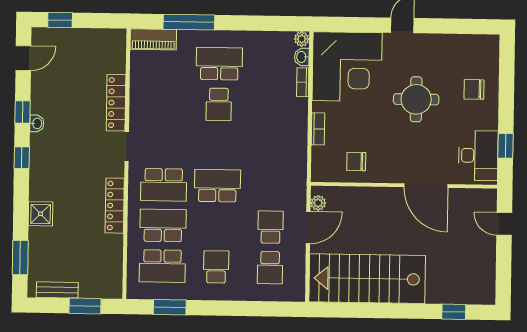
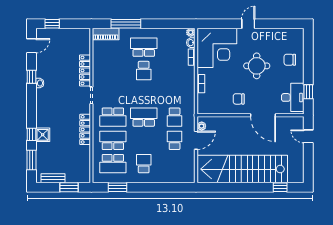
window: (22, 158) -> (31, 134), moved
chair: (356, 162) -> (239, 99), moved
school desk: (270, 268) -> (175, 117), moved
stairs: (367, 279) -> (242, 169), width x1.36

